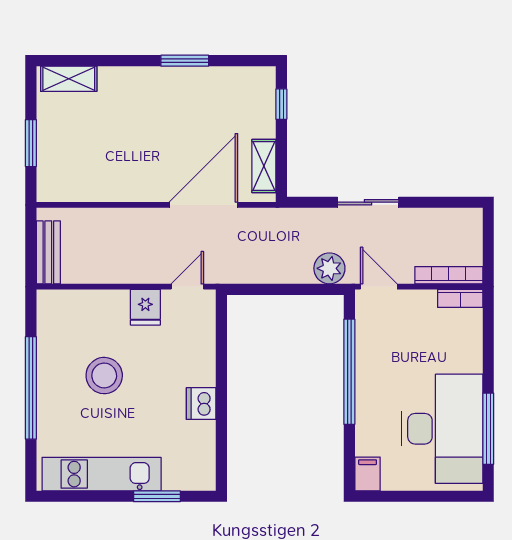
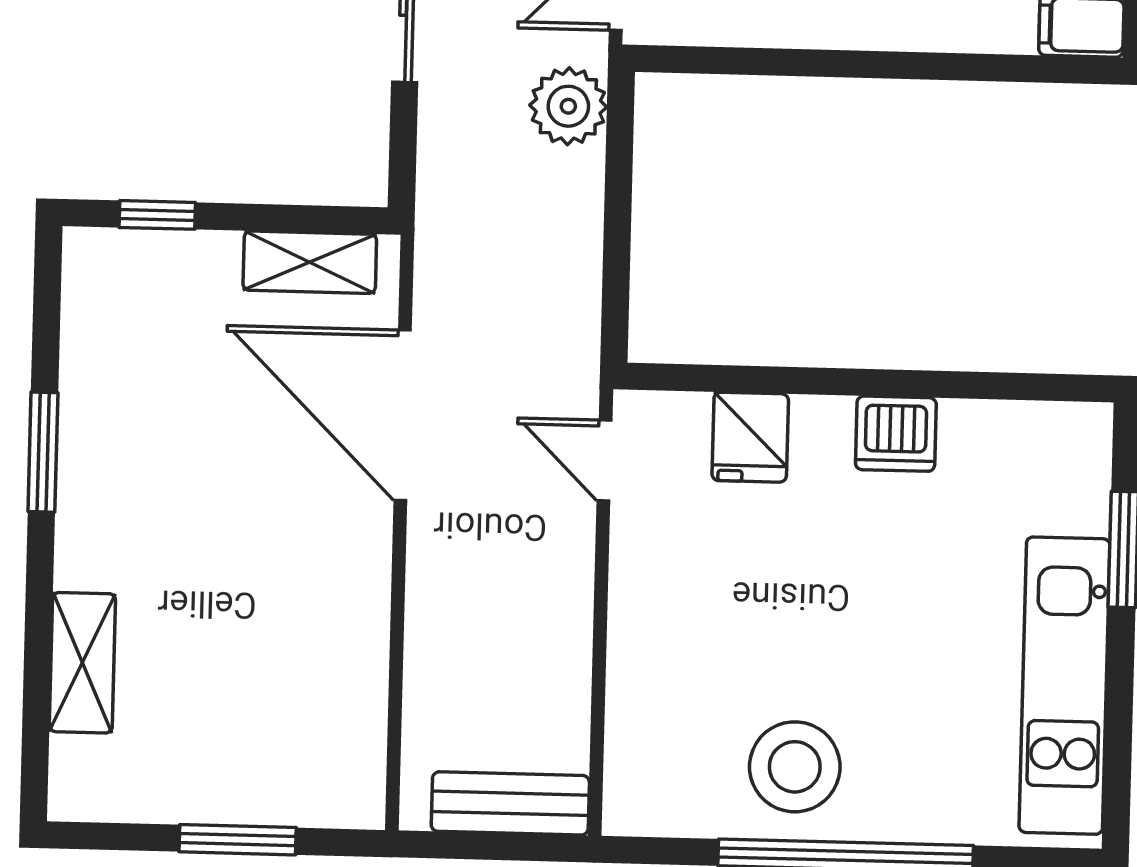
shelving: (69, 79) -> (82, 663), moved
fridge: (145, 307) -> (750, 437), moved, turned 90
window: (349, 372) -> (826, 63), removed
stool: (104, 376) -> (795, 767), moved

